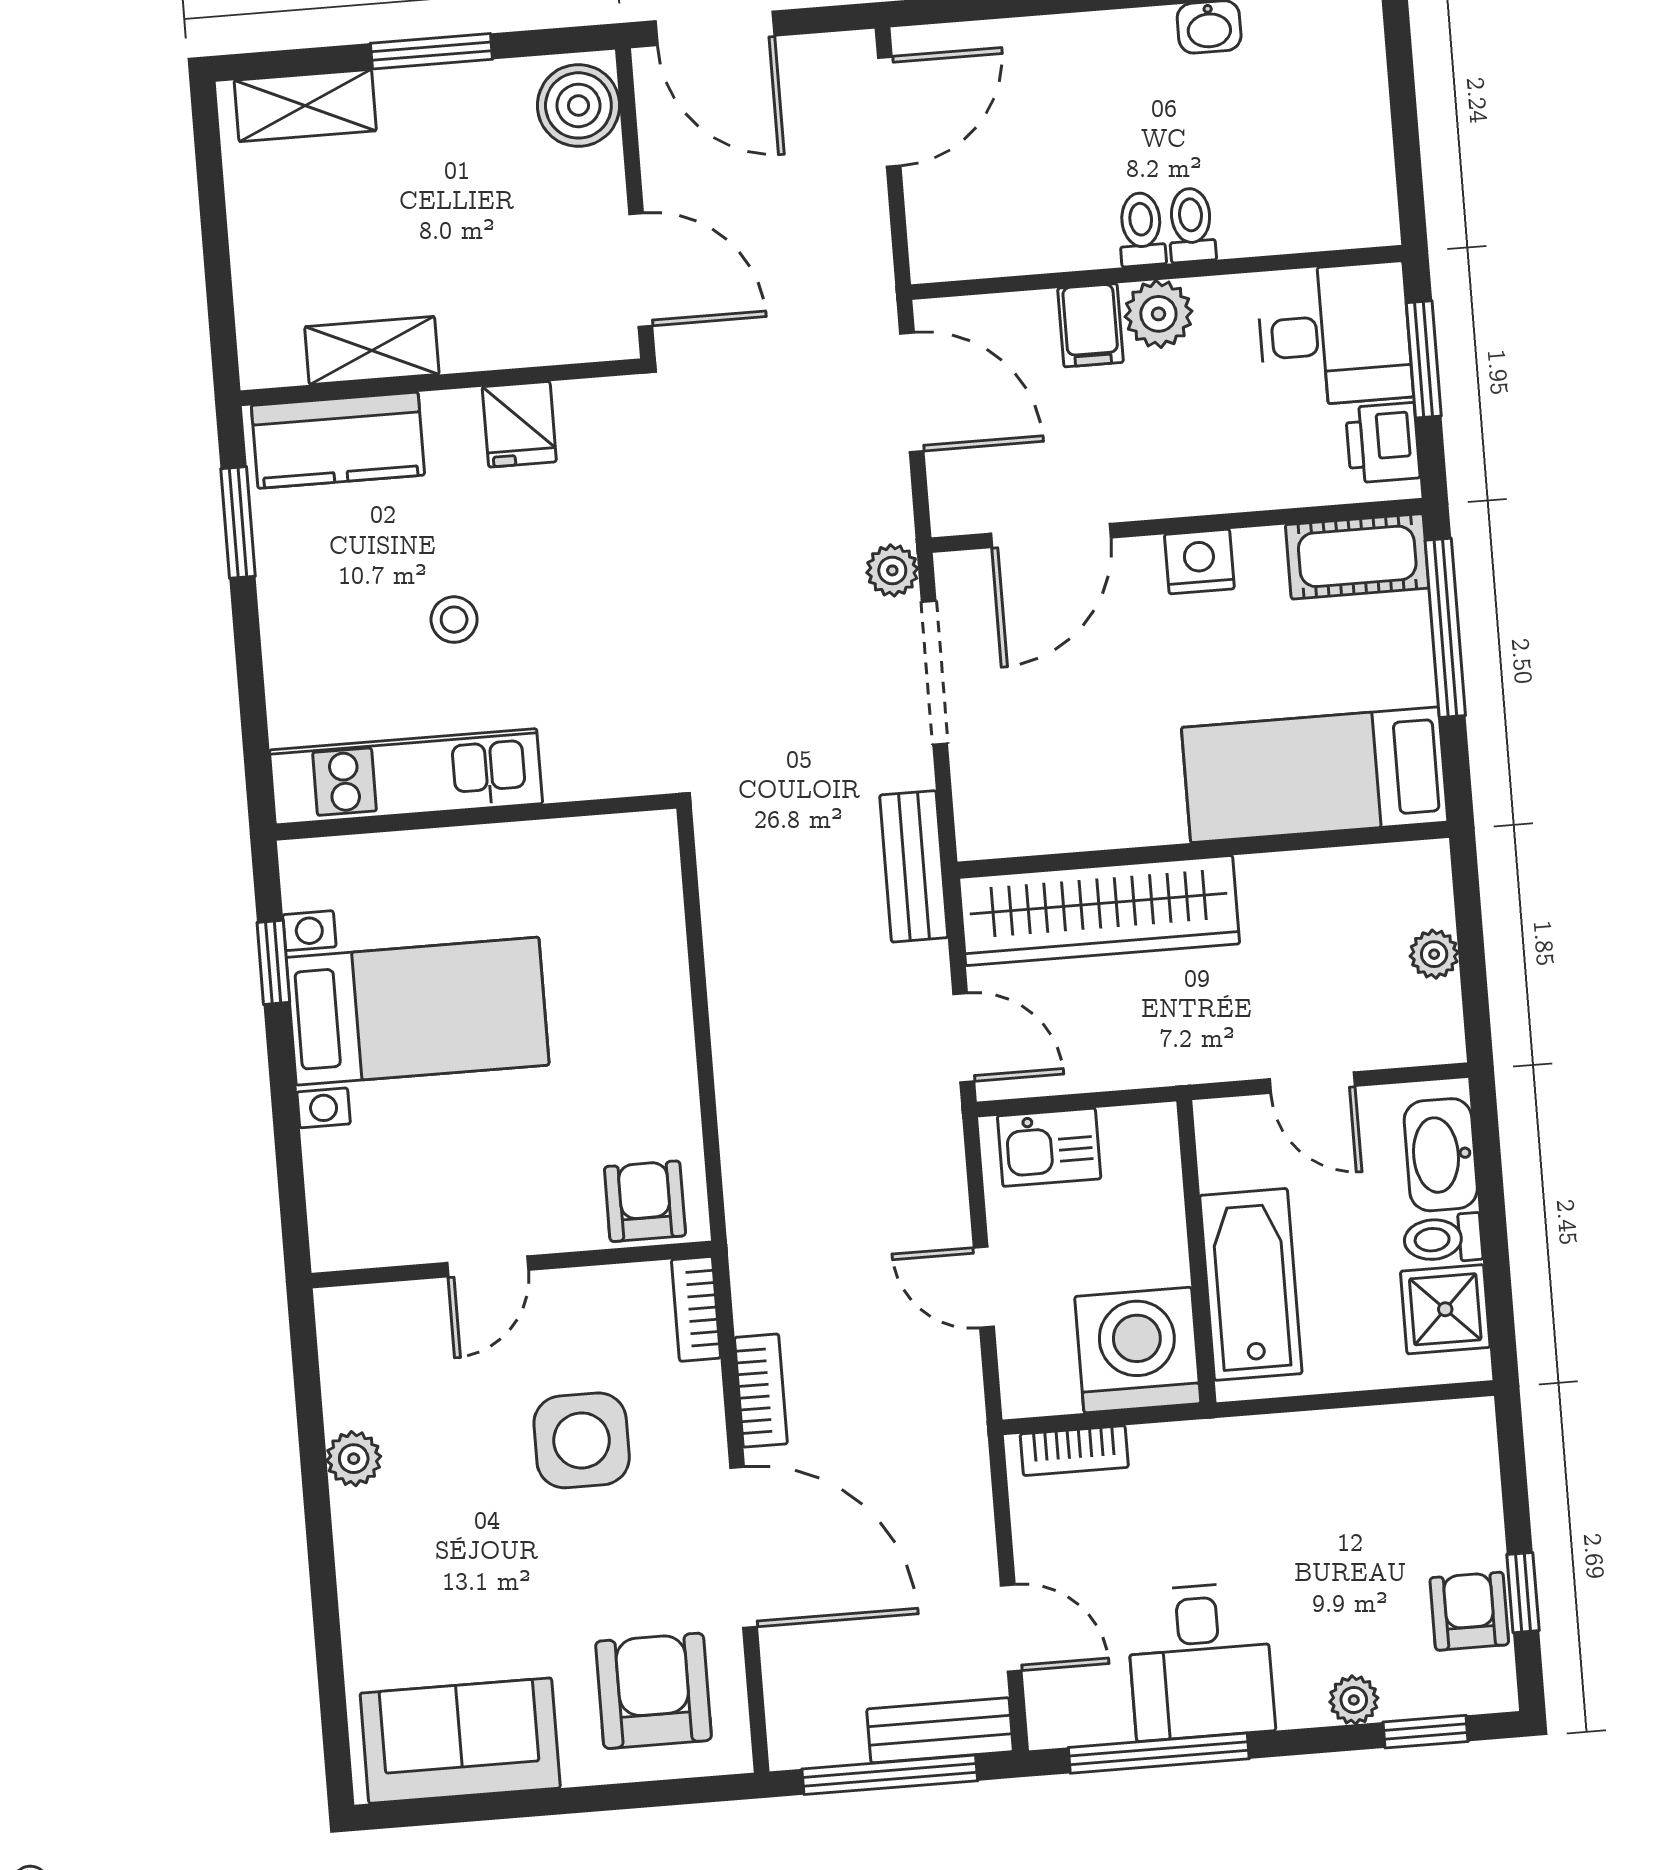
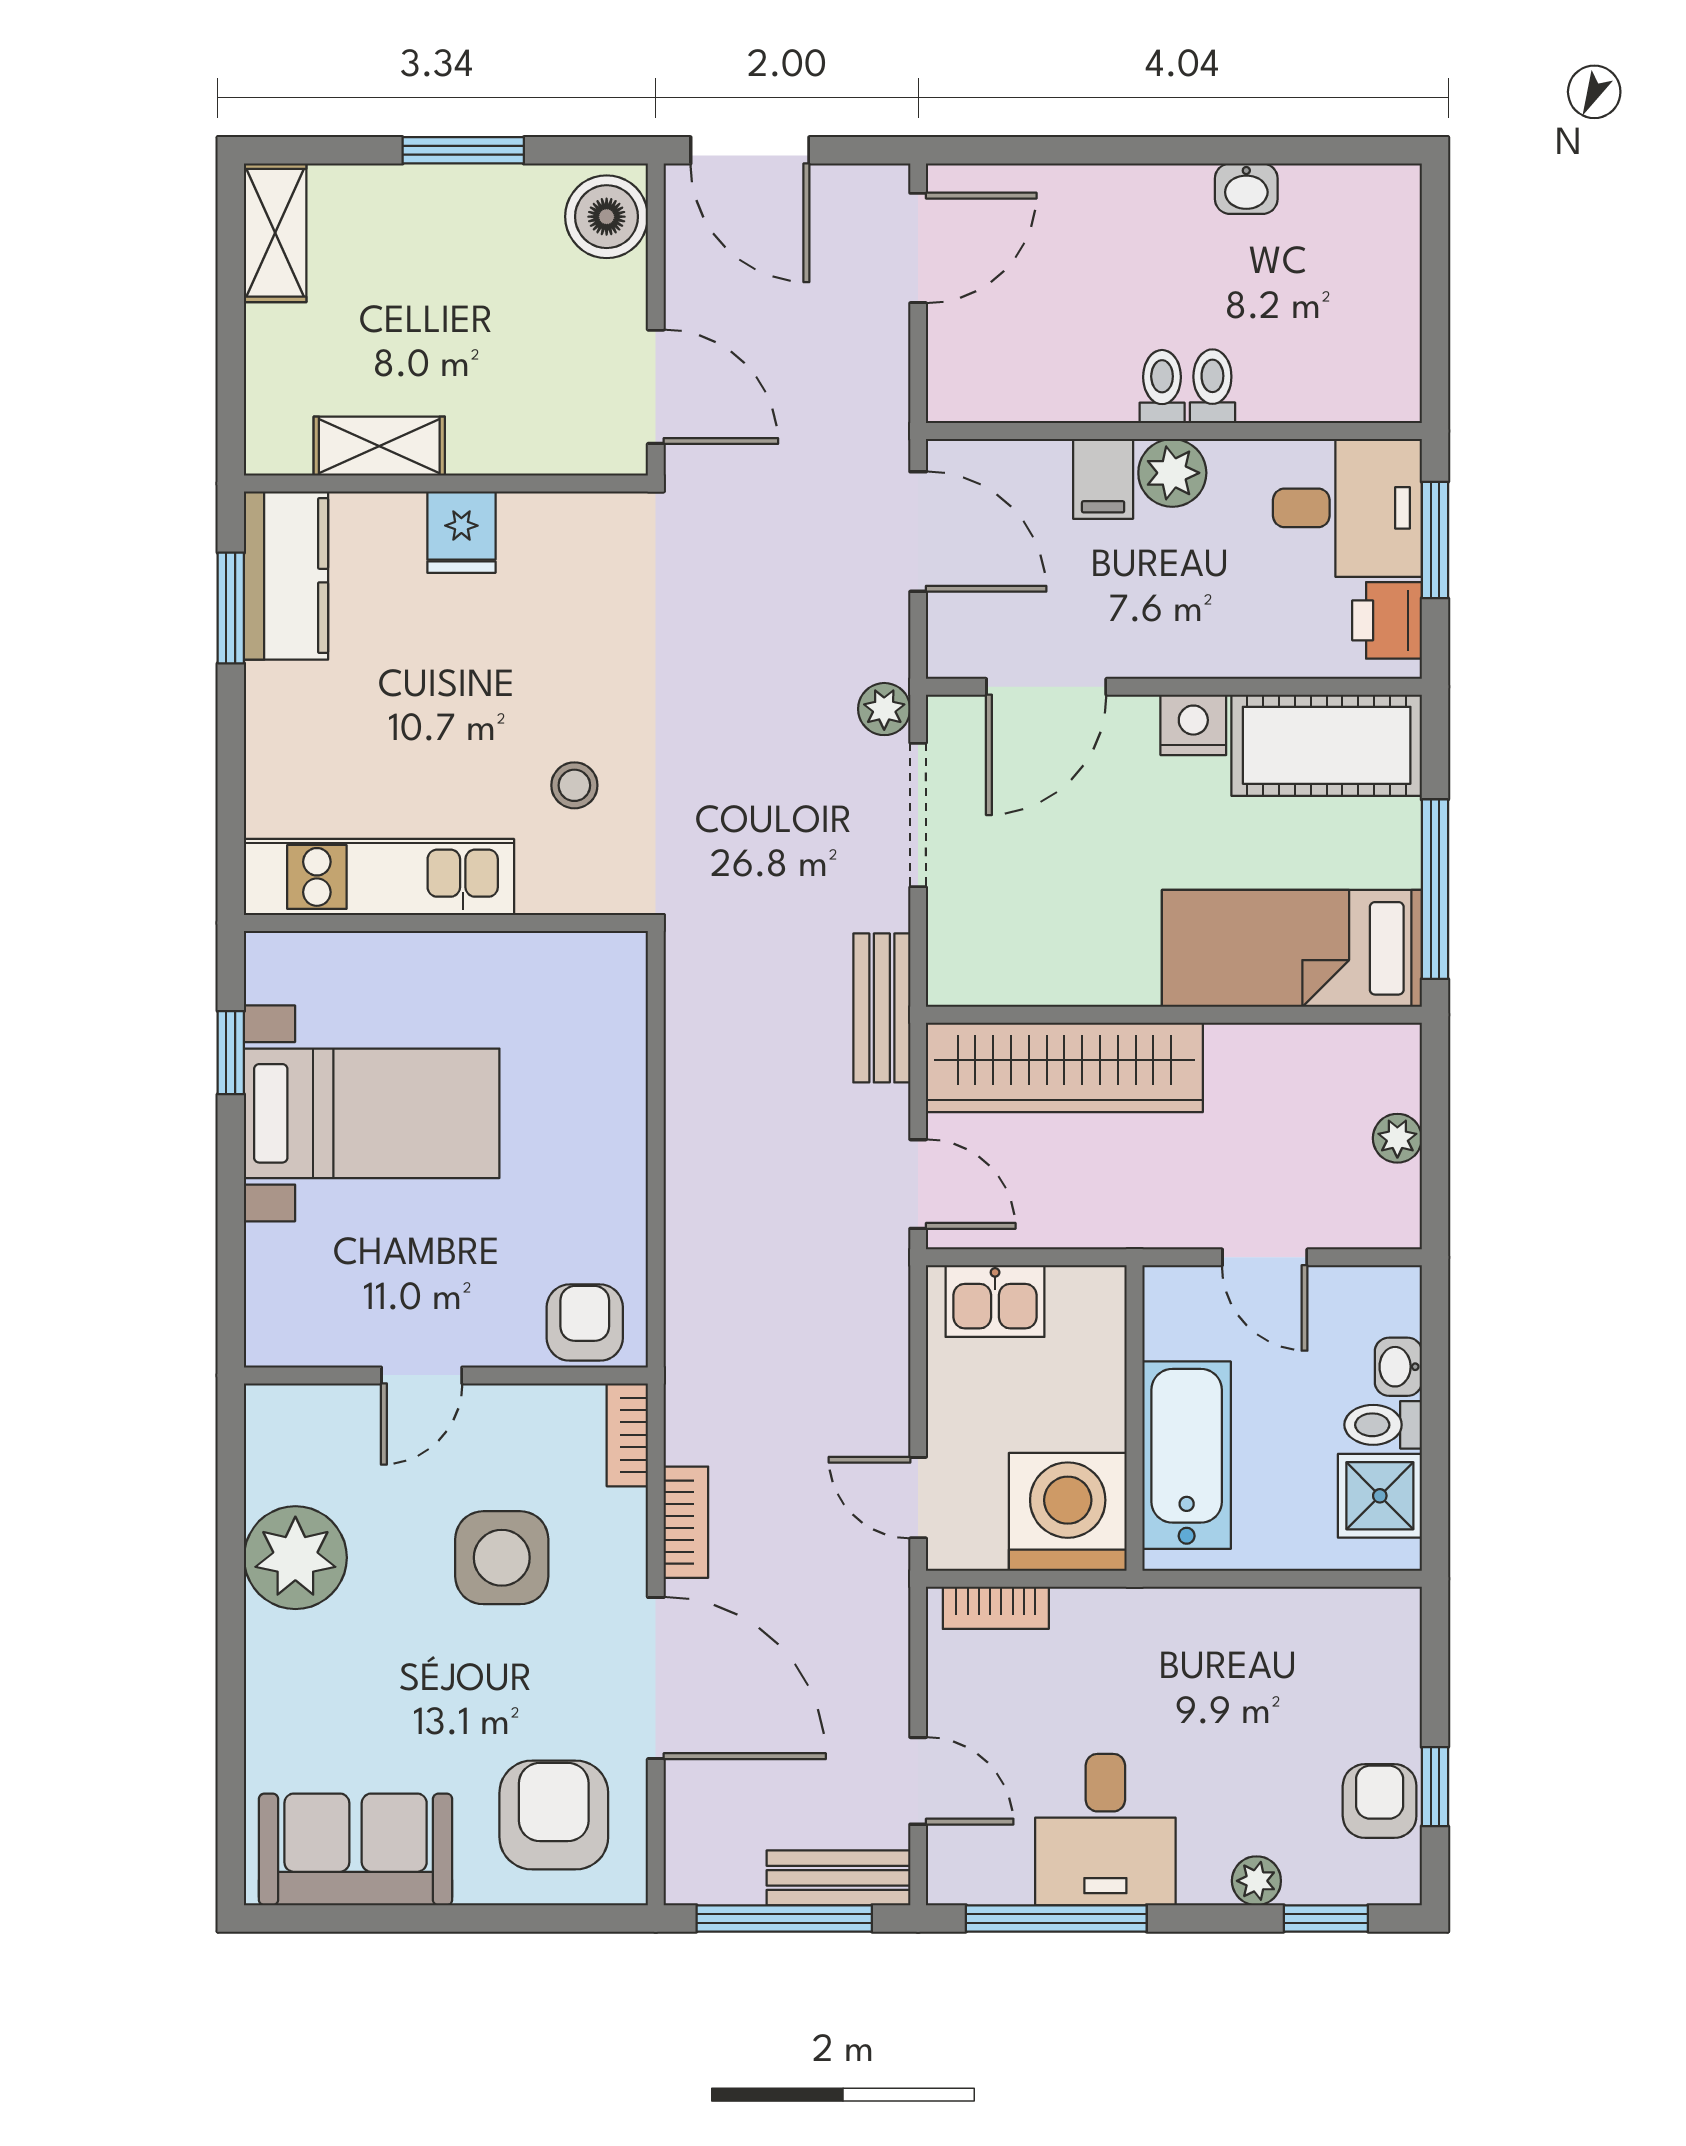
shelving: (305, 106) -> (275, 233), moved, turned 90
fridge: (519, 424) -> (461, 532), moved
kitchen counter: (338, 440) -> (286, 576), moved, turned -90
cot: (1357, 556) -> (1327, 745), width x1.37, depth x1.34
stool: (454, 620) -> (574, 785), moved
window: (1445, 628) -> (1435, 889), moved
washbasin: (1441, 1155) -> (1398, 1367), width x0.52, depth x0.69
door: (984, 1287) -> (918, 1498), moved
plant: (354, 1459) -> (295, 1558), width x1.88, depth x1.88

